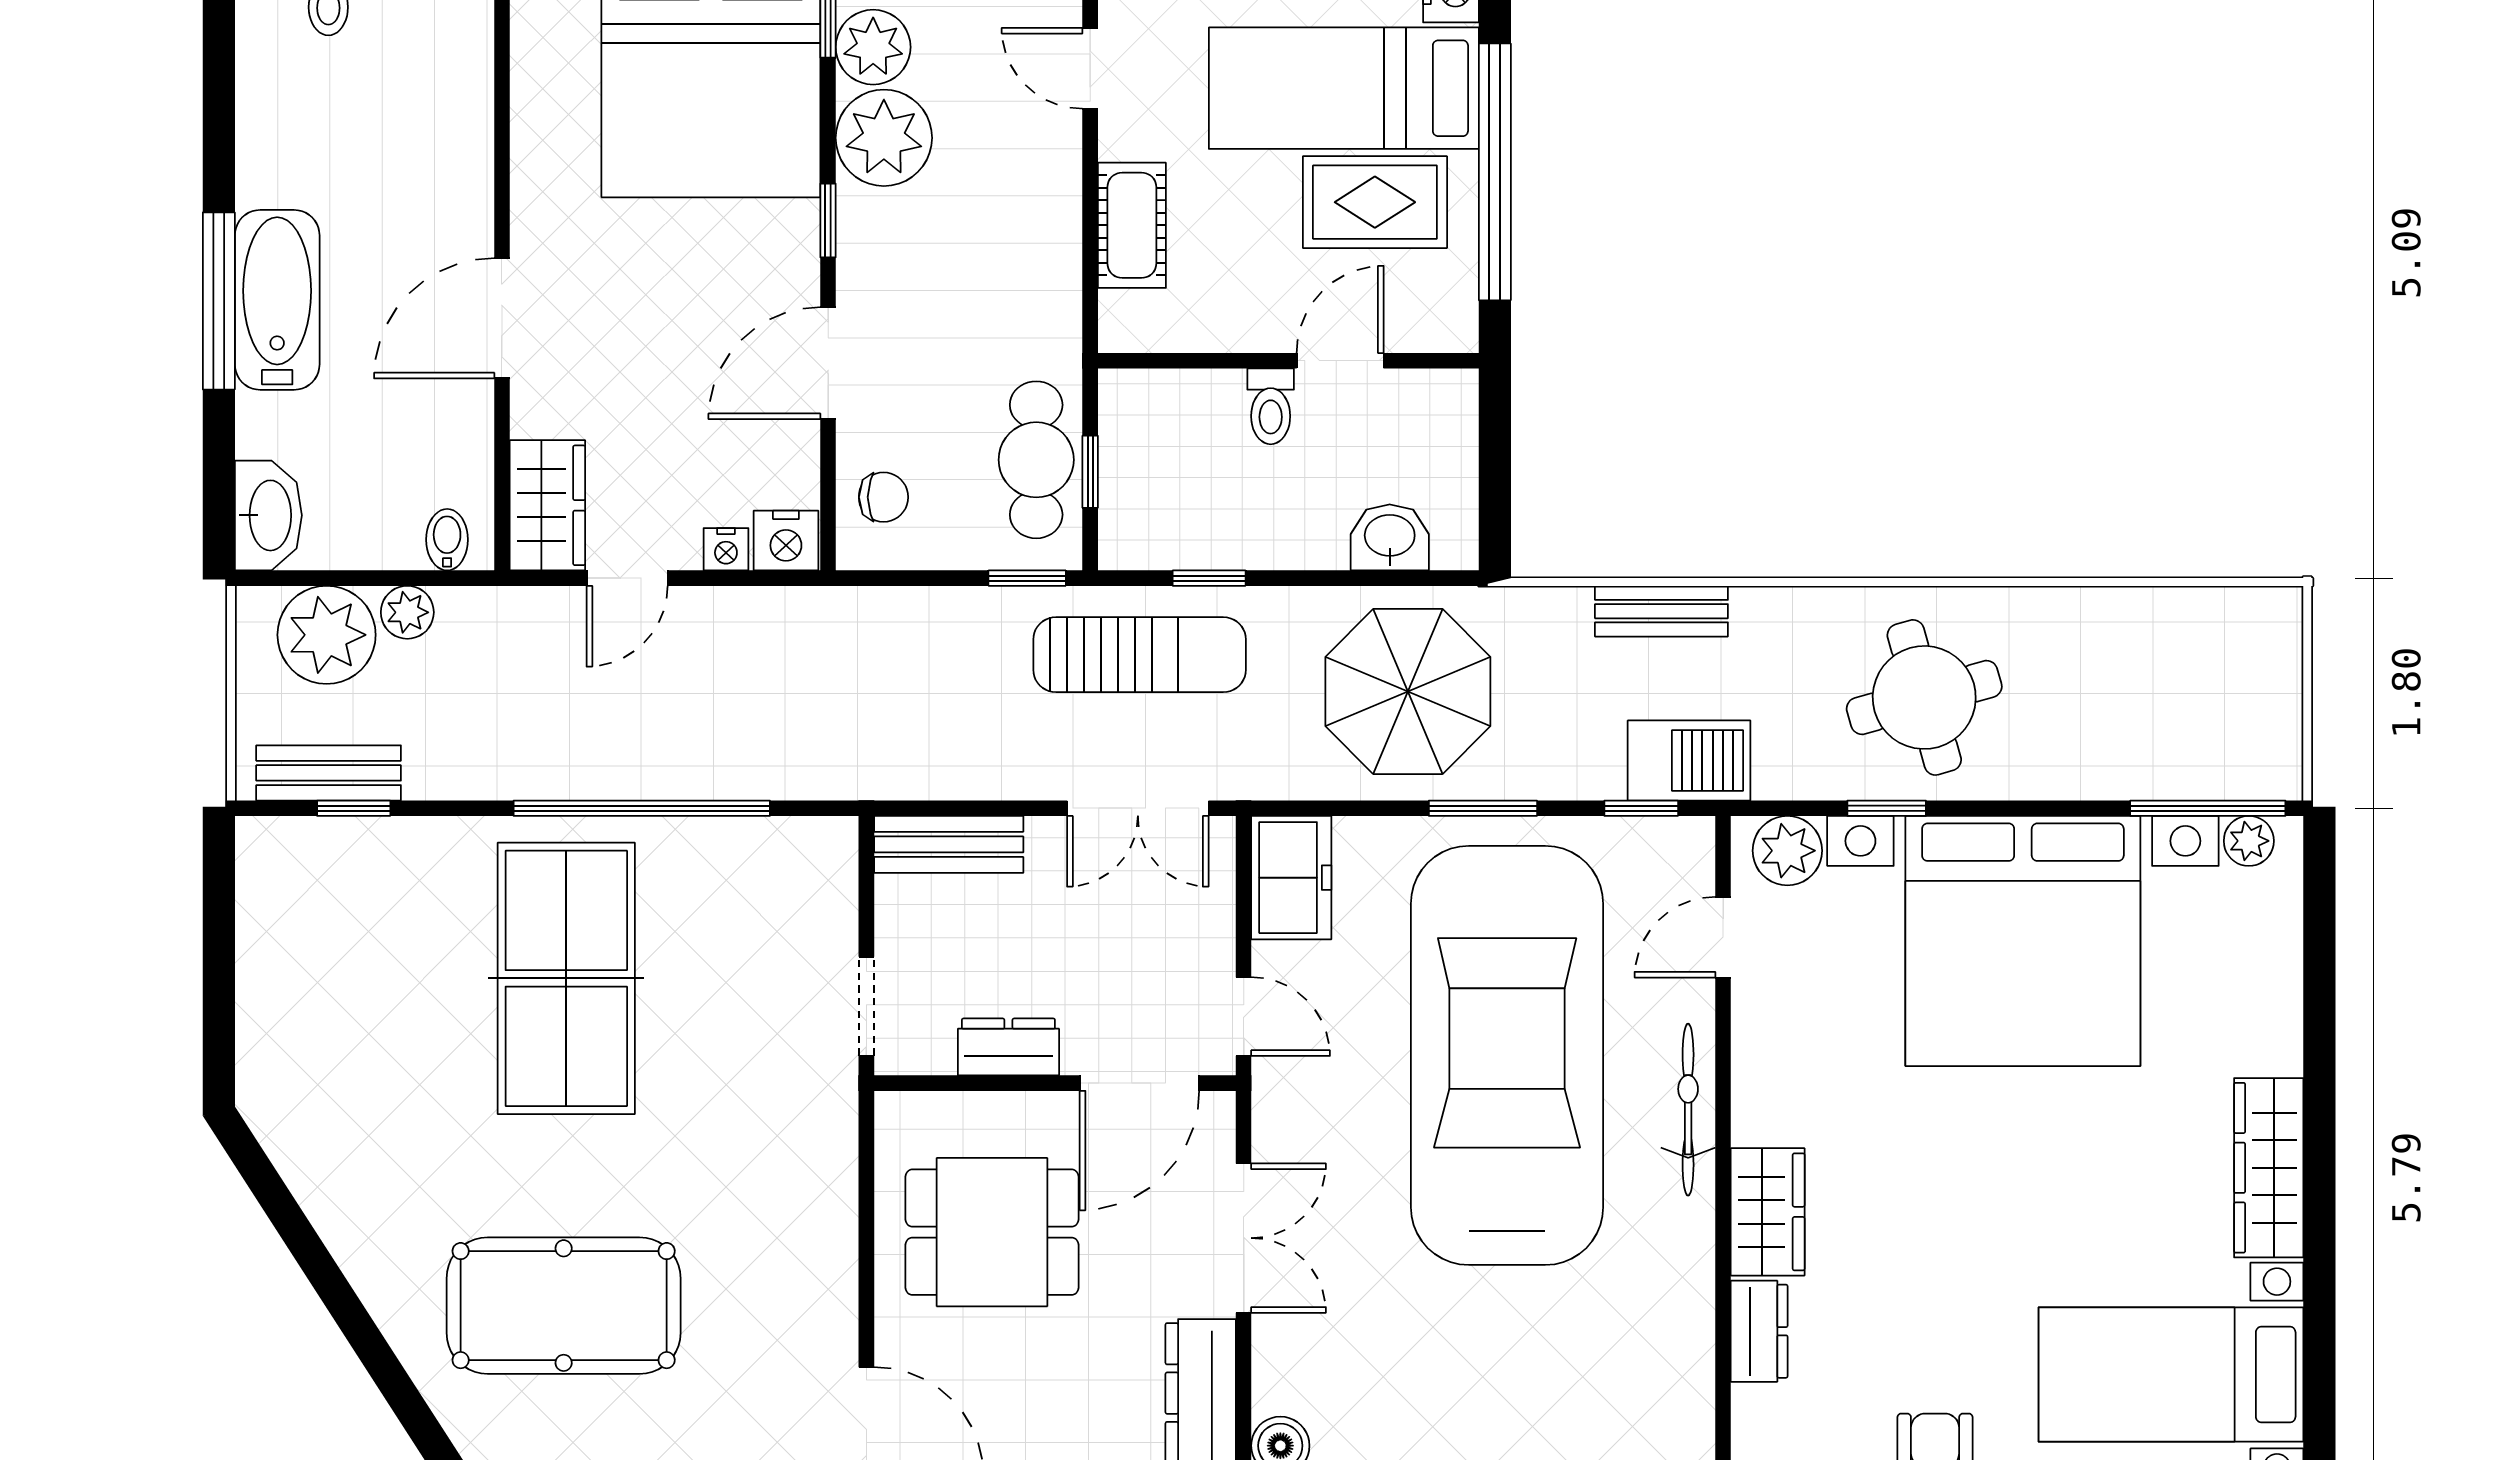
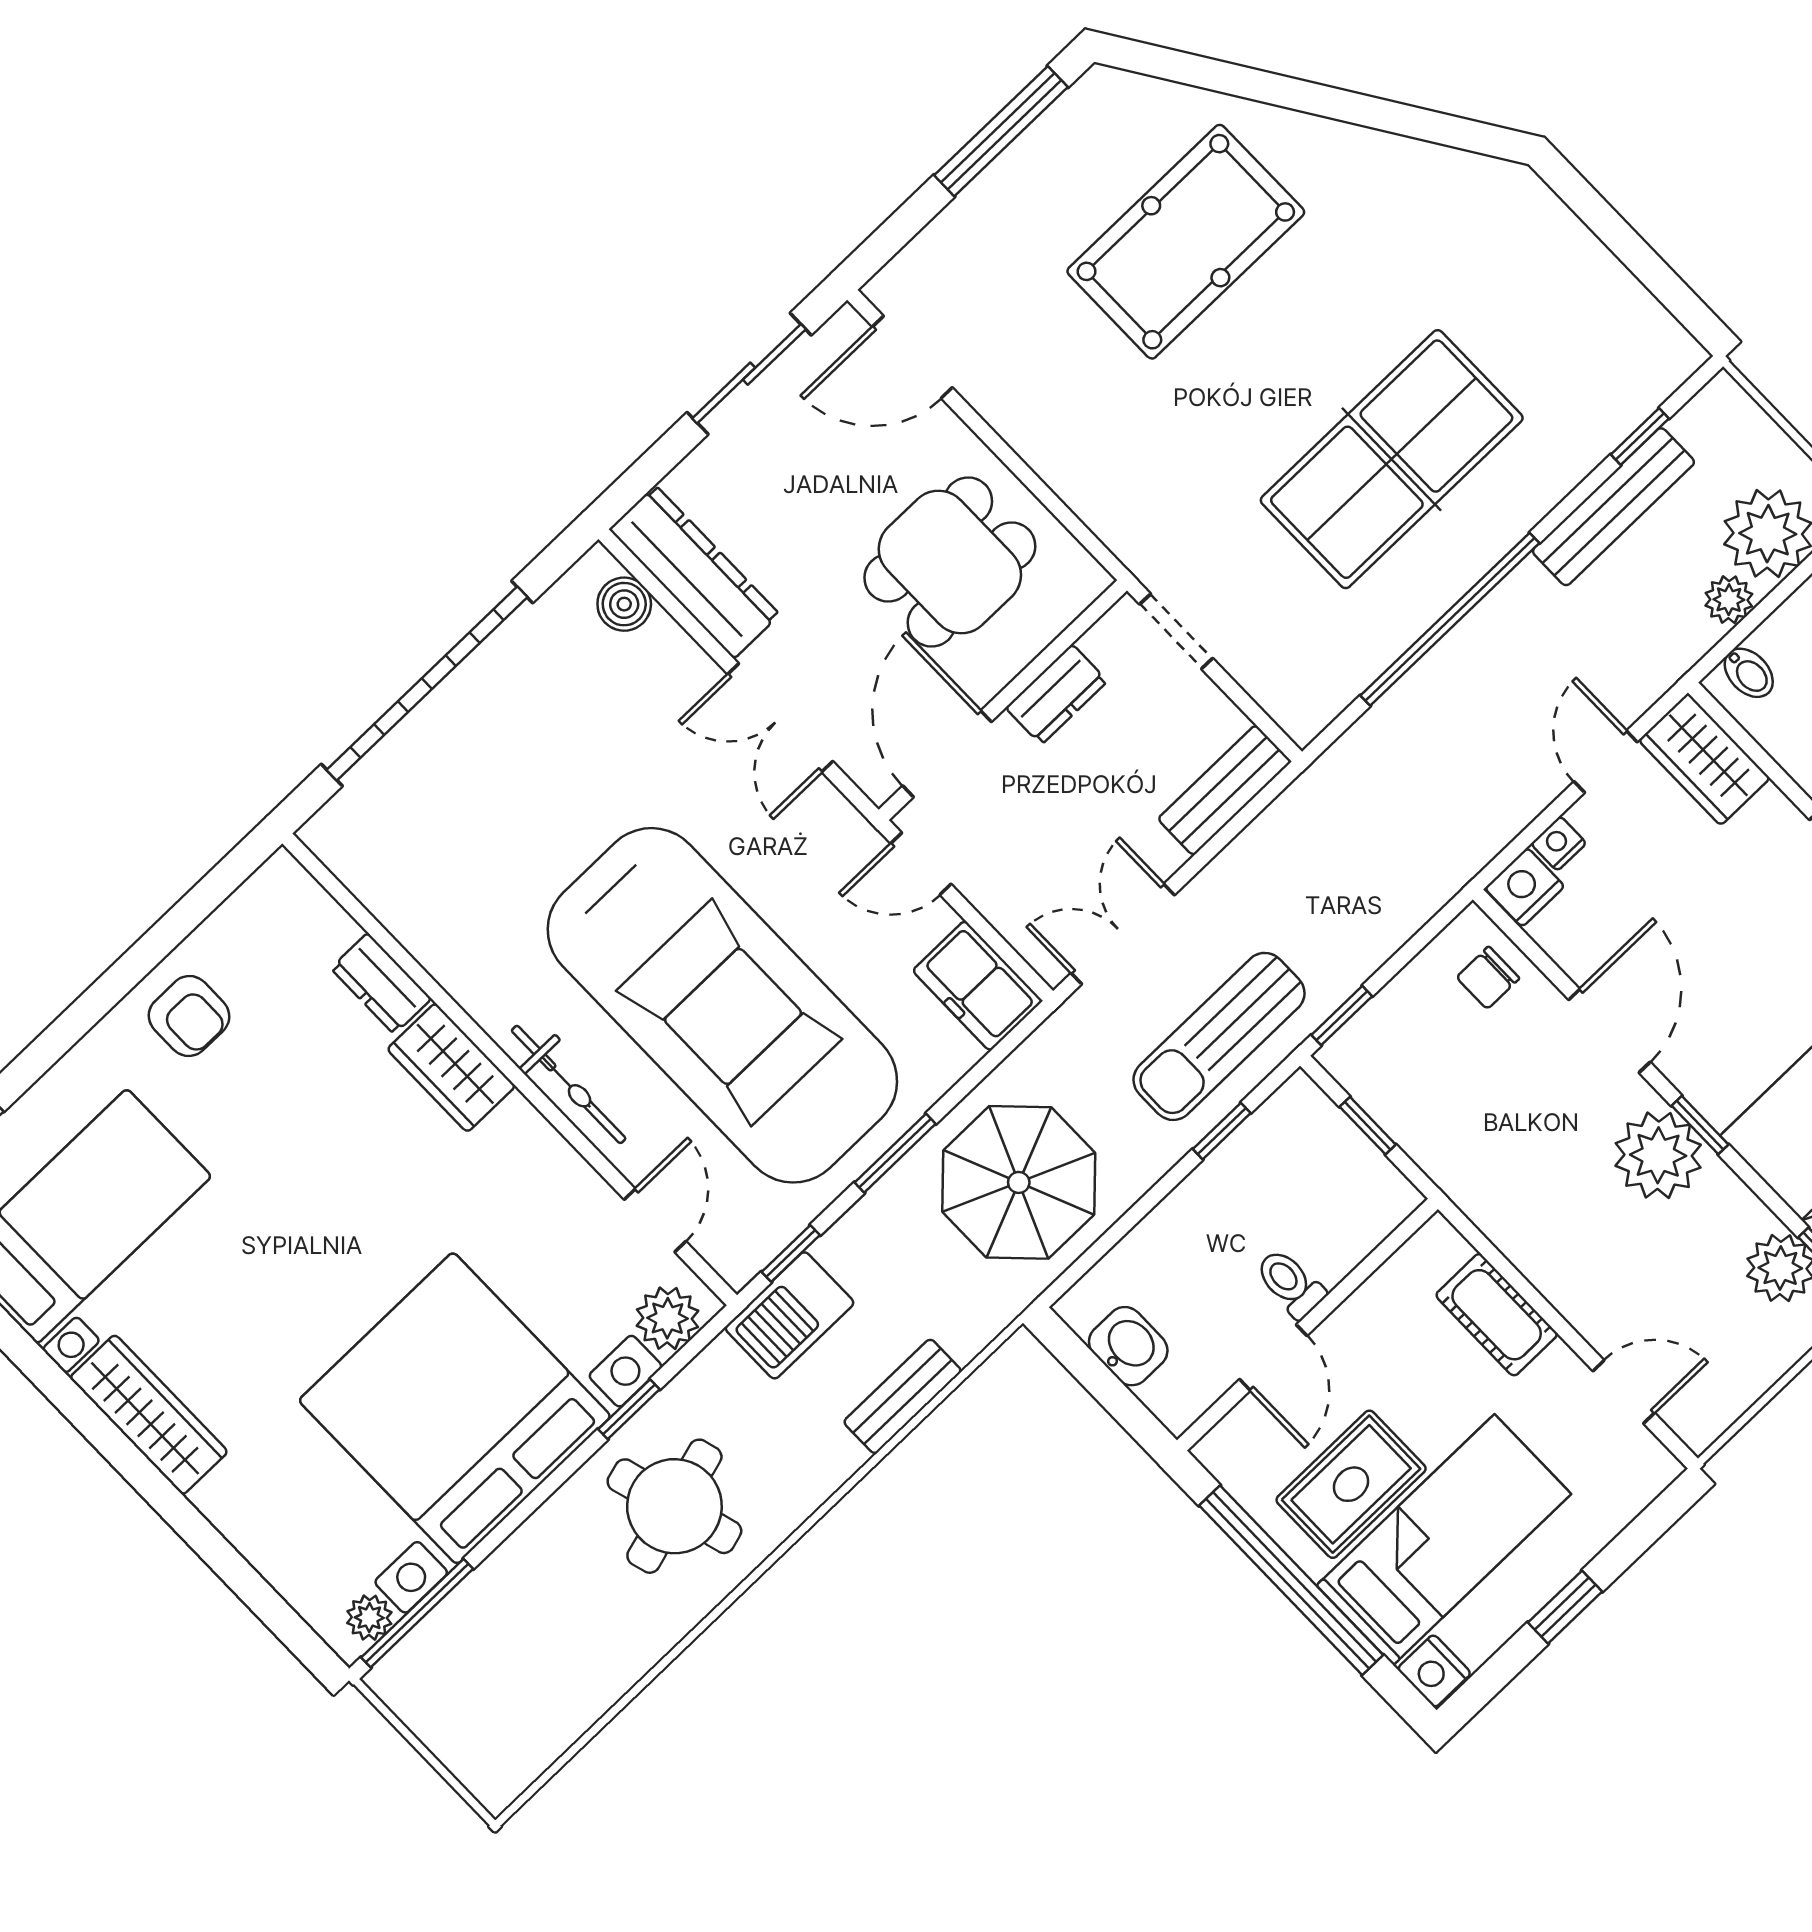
plant: (884, 138) -> (1658, 1155), moved
cafe table: (1036, 460) -> (1411, 1099), removed
washbasin: (1390, 537) -> (1128, 1346), moved, turned -90
bench: (329, 773) -> (1613, 507), moved, width x1.36
table tennis table: (566, 978) -> (1392, 459), turned 90

